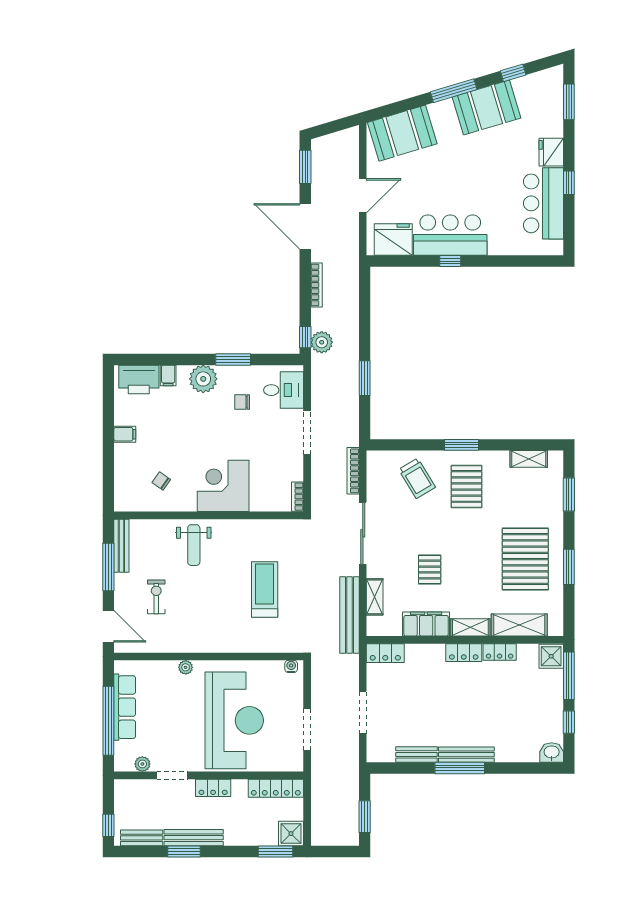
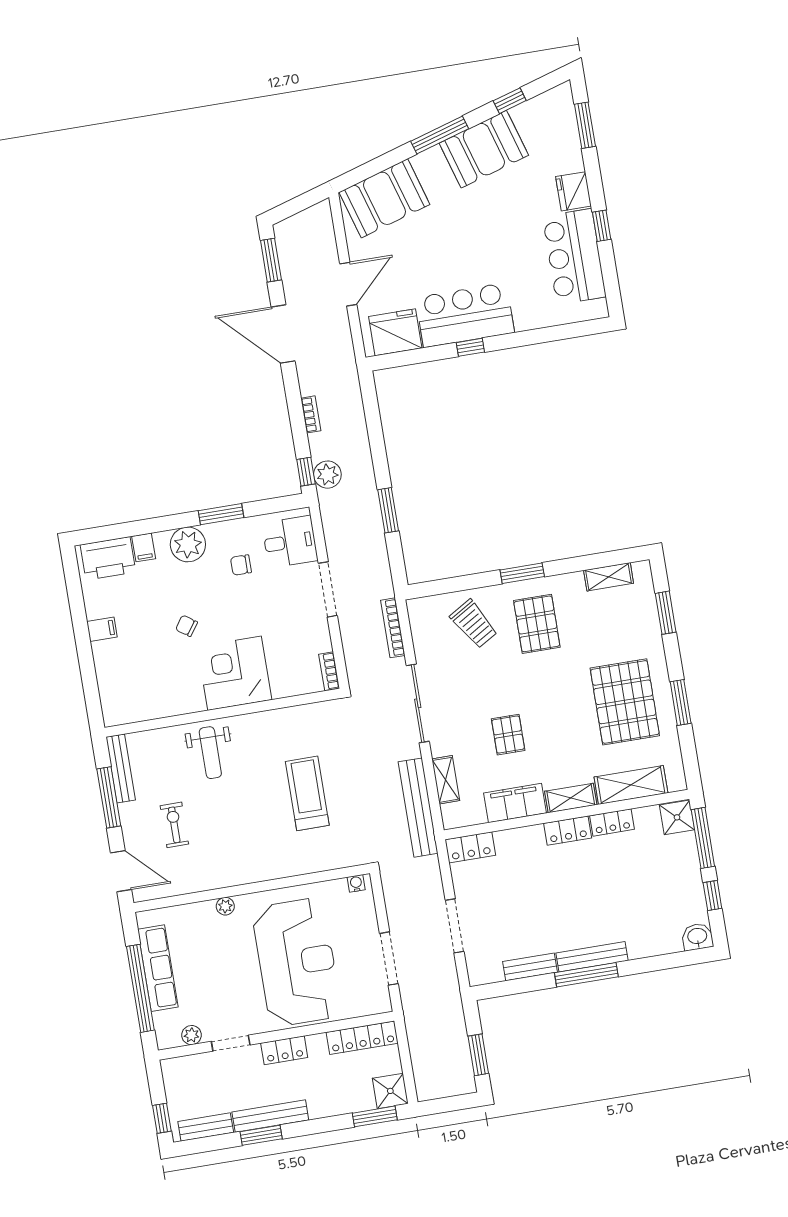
bookcase: (316, 285) -> (311, 414), width x0.64
chair: (161, 481) -> (186, 626), moved

